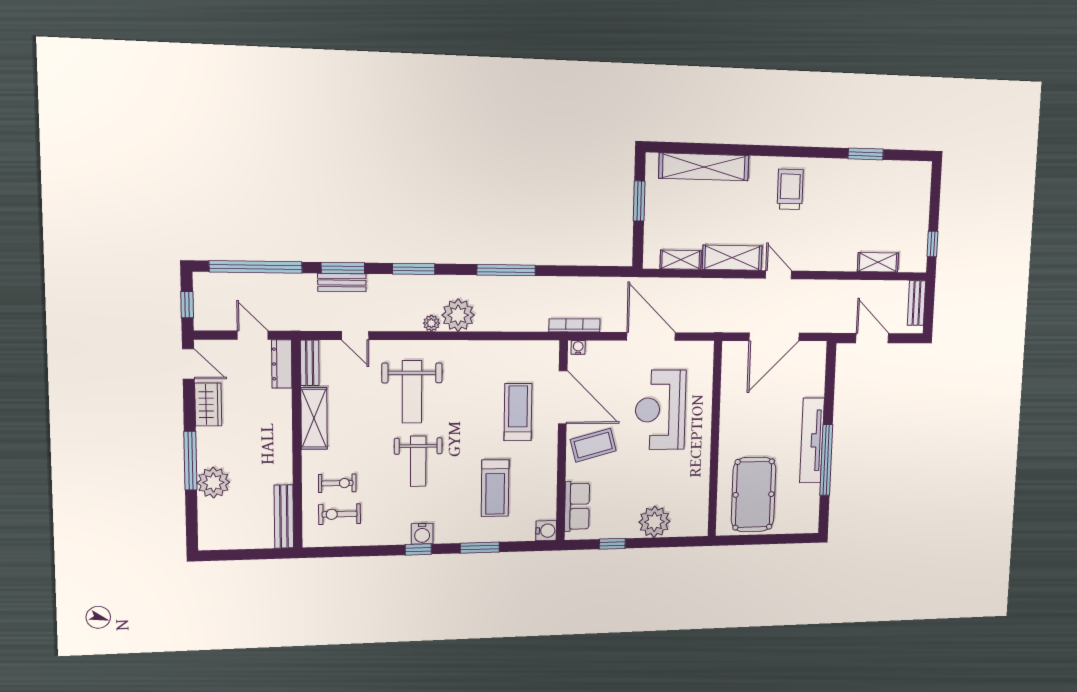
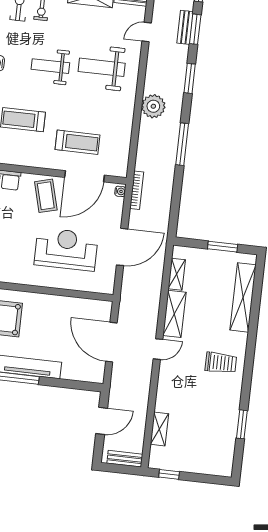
plant: (431, 323) -> (150, 87), removed

